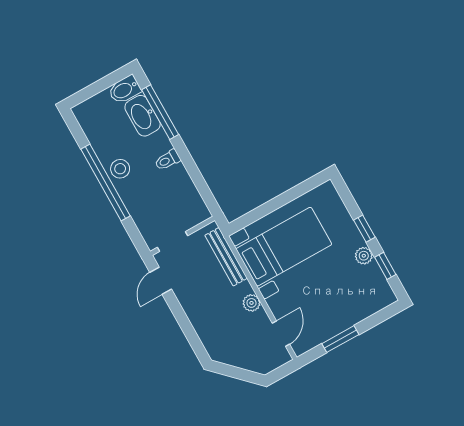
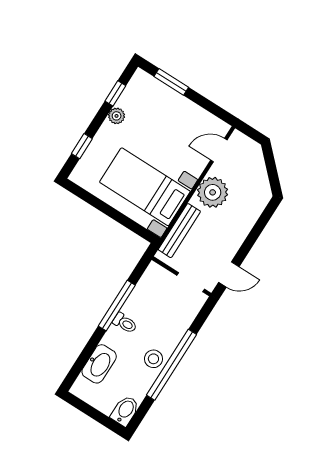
bidet: (125, 90) -> (125, 411), moved, turned -90
window: (160, 112) -> (117, 306), moved
window: (364, 229) -> (82, 146), moved
plant: (251, 303) -> (213, 192), width x1.87, depth x1.87
window: (340, 339) -> (171, 82), moved

